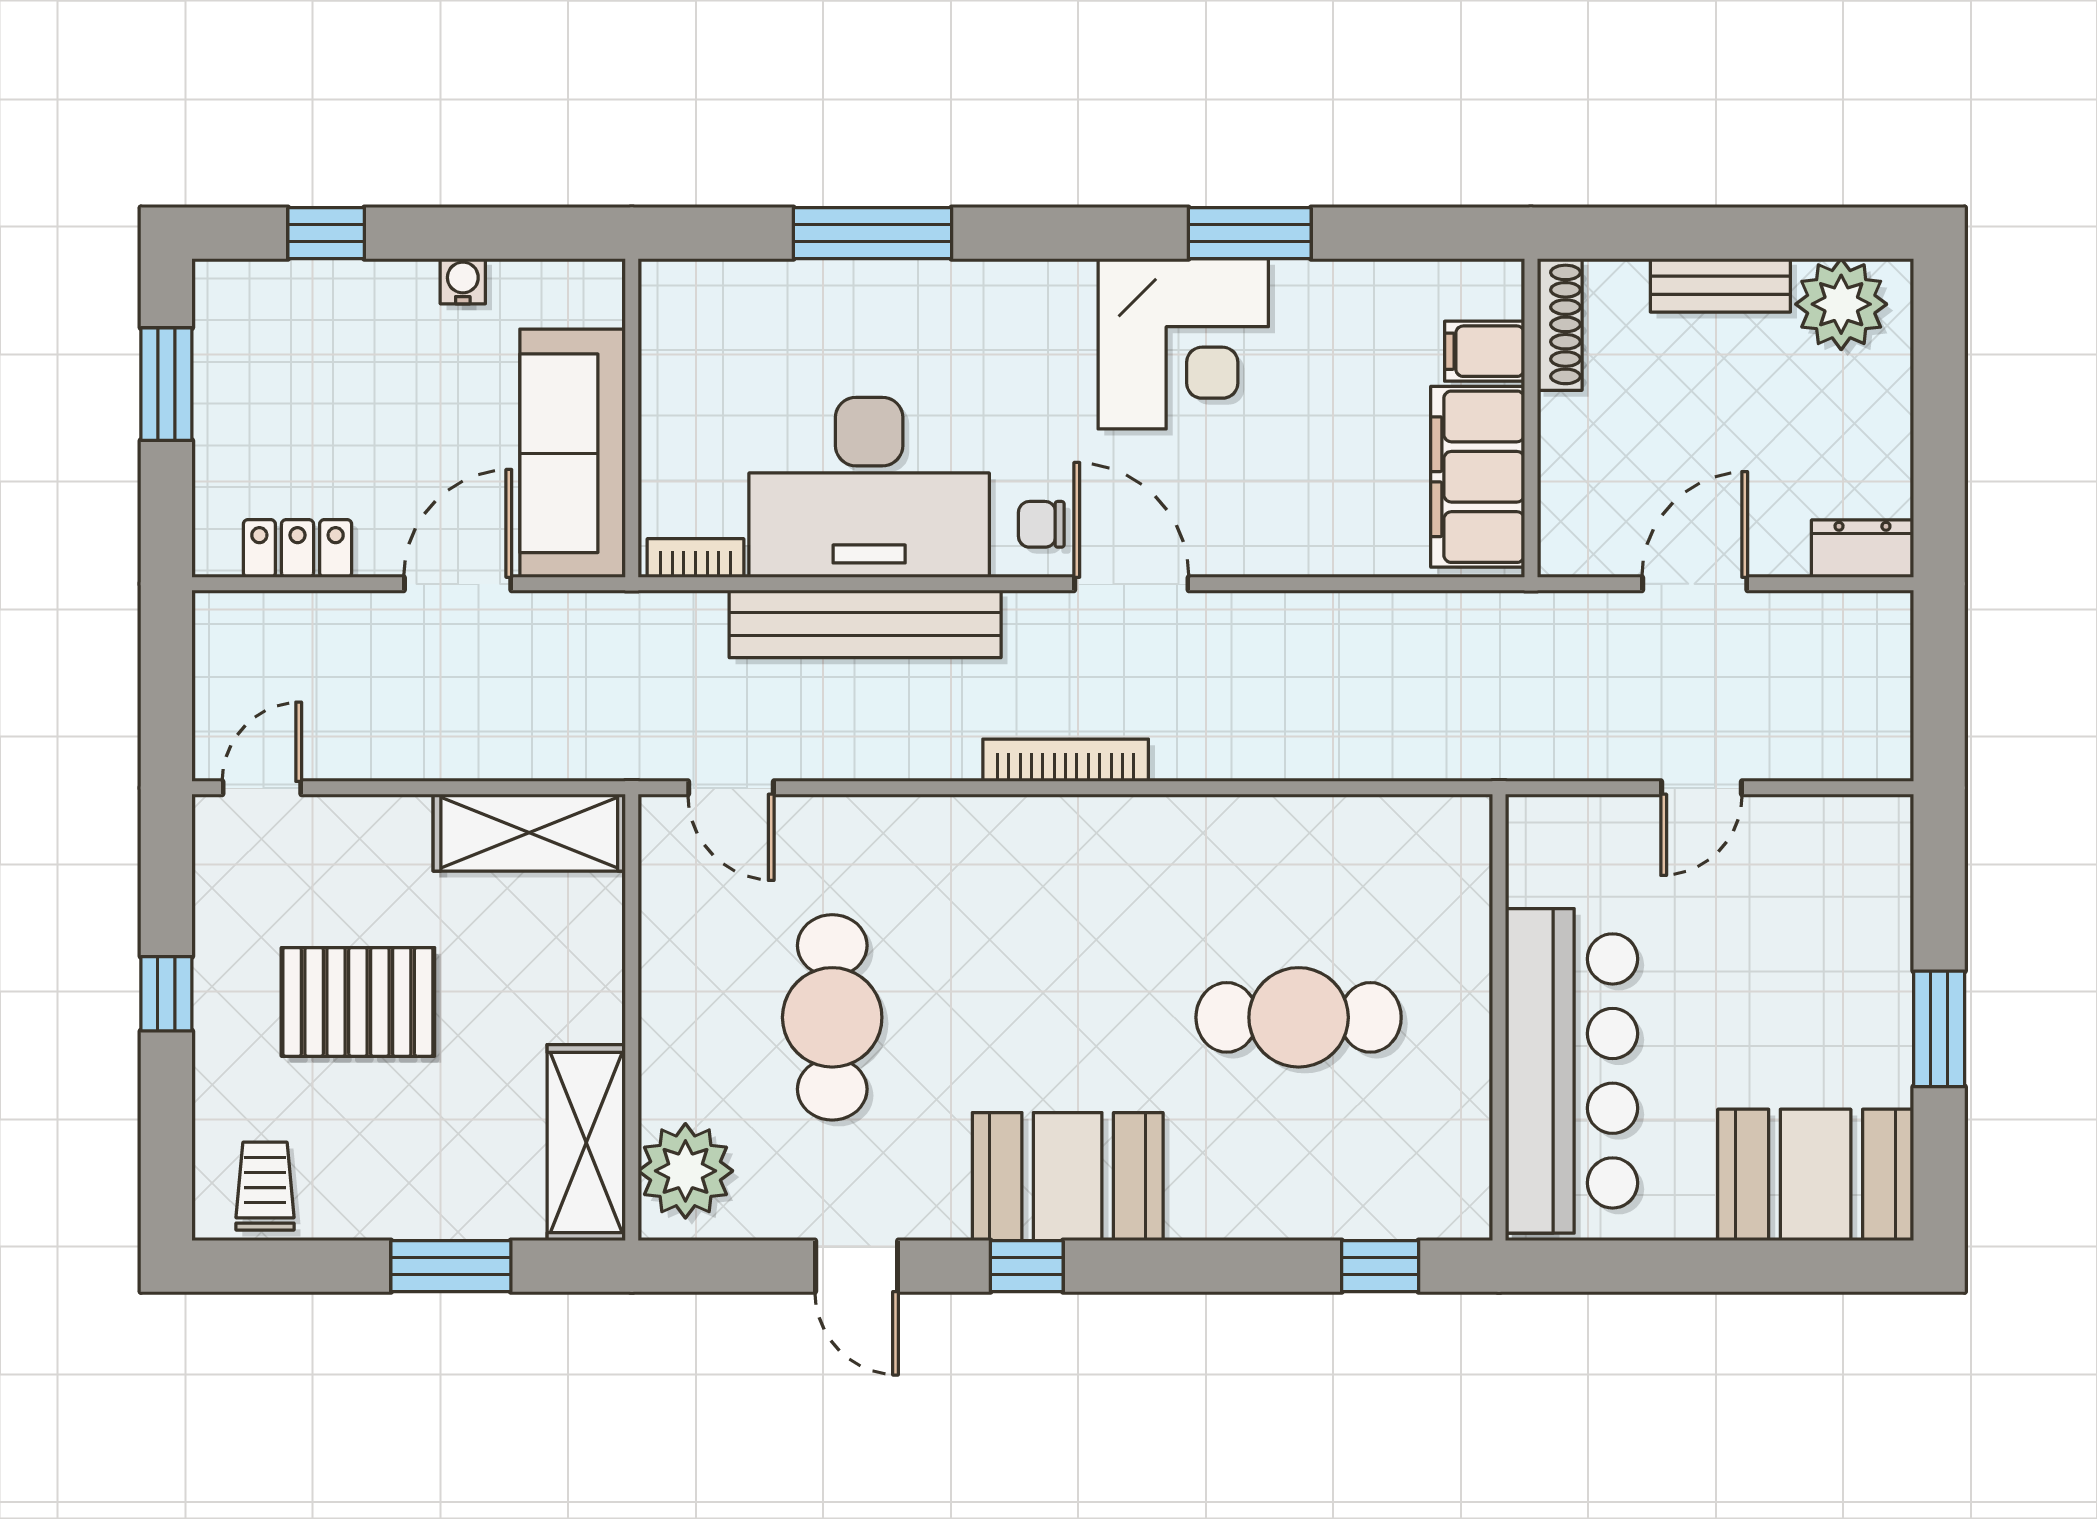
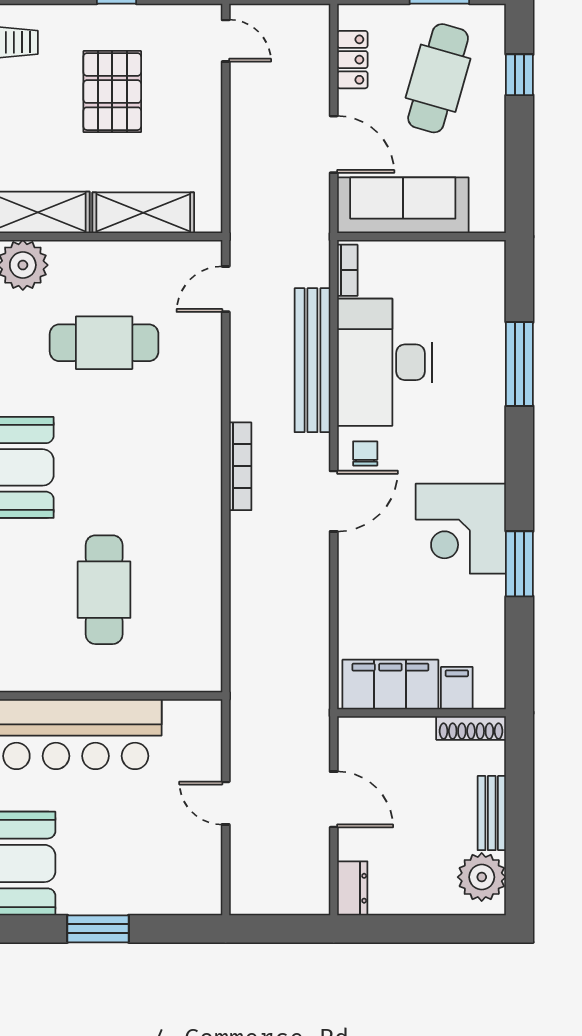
water cooler: (463, 281) -> (494, 147), removed
cafe table: (333, 387) -> (438, 78), added
shelving: (529, 833) -> (143, 213), moved, turned 90

